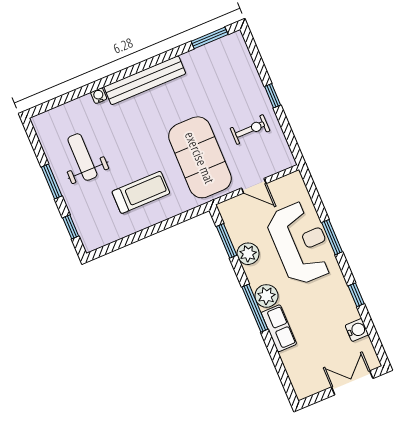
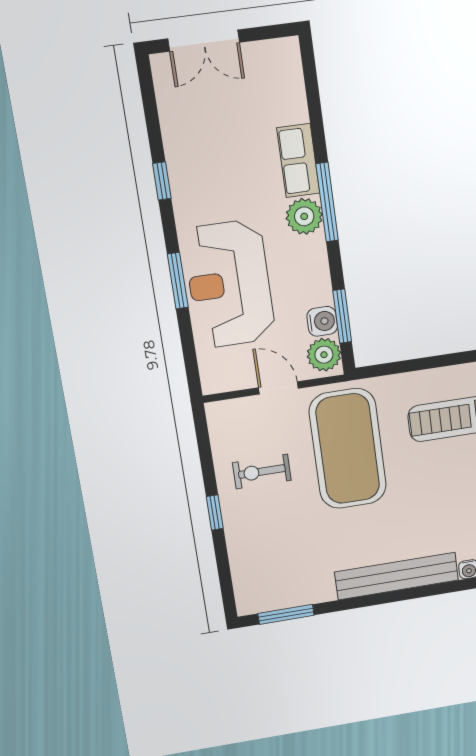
plant: (248, 254) -> (324, 355), moved
water cooler: (357, 330) -> (322, 321), moved, turned 180

